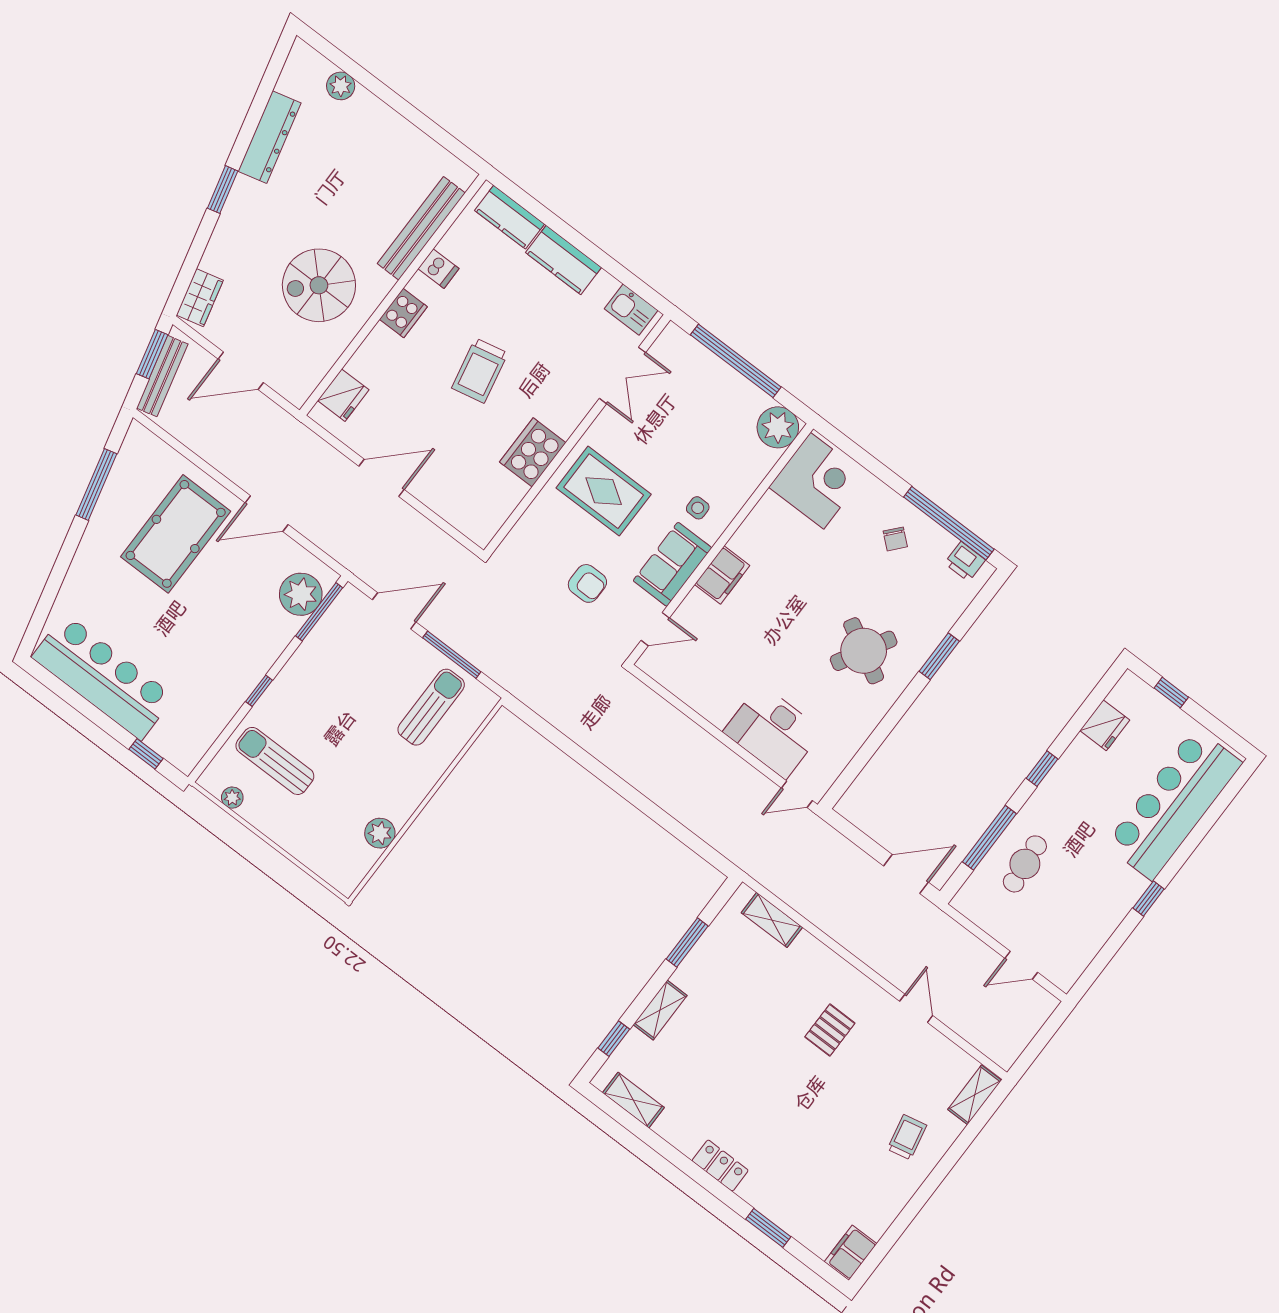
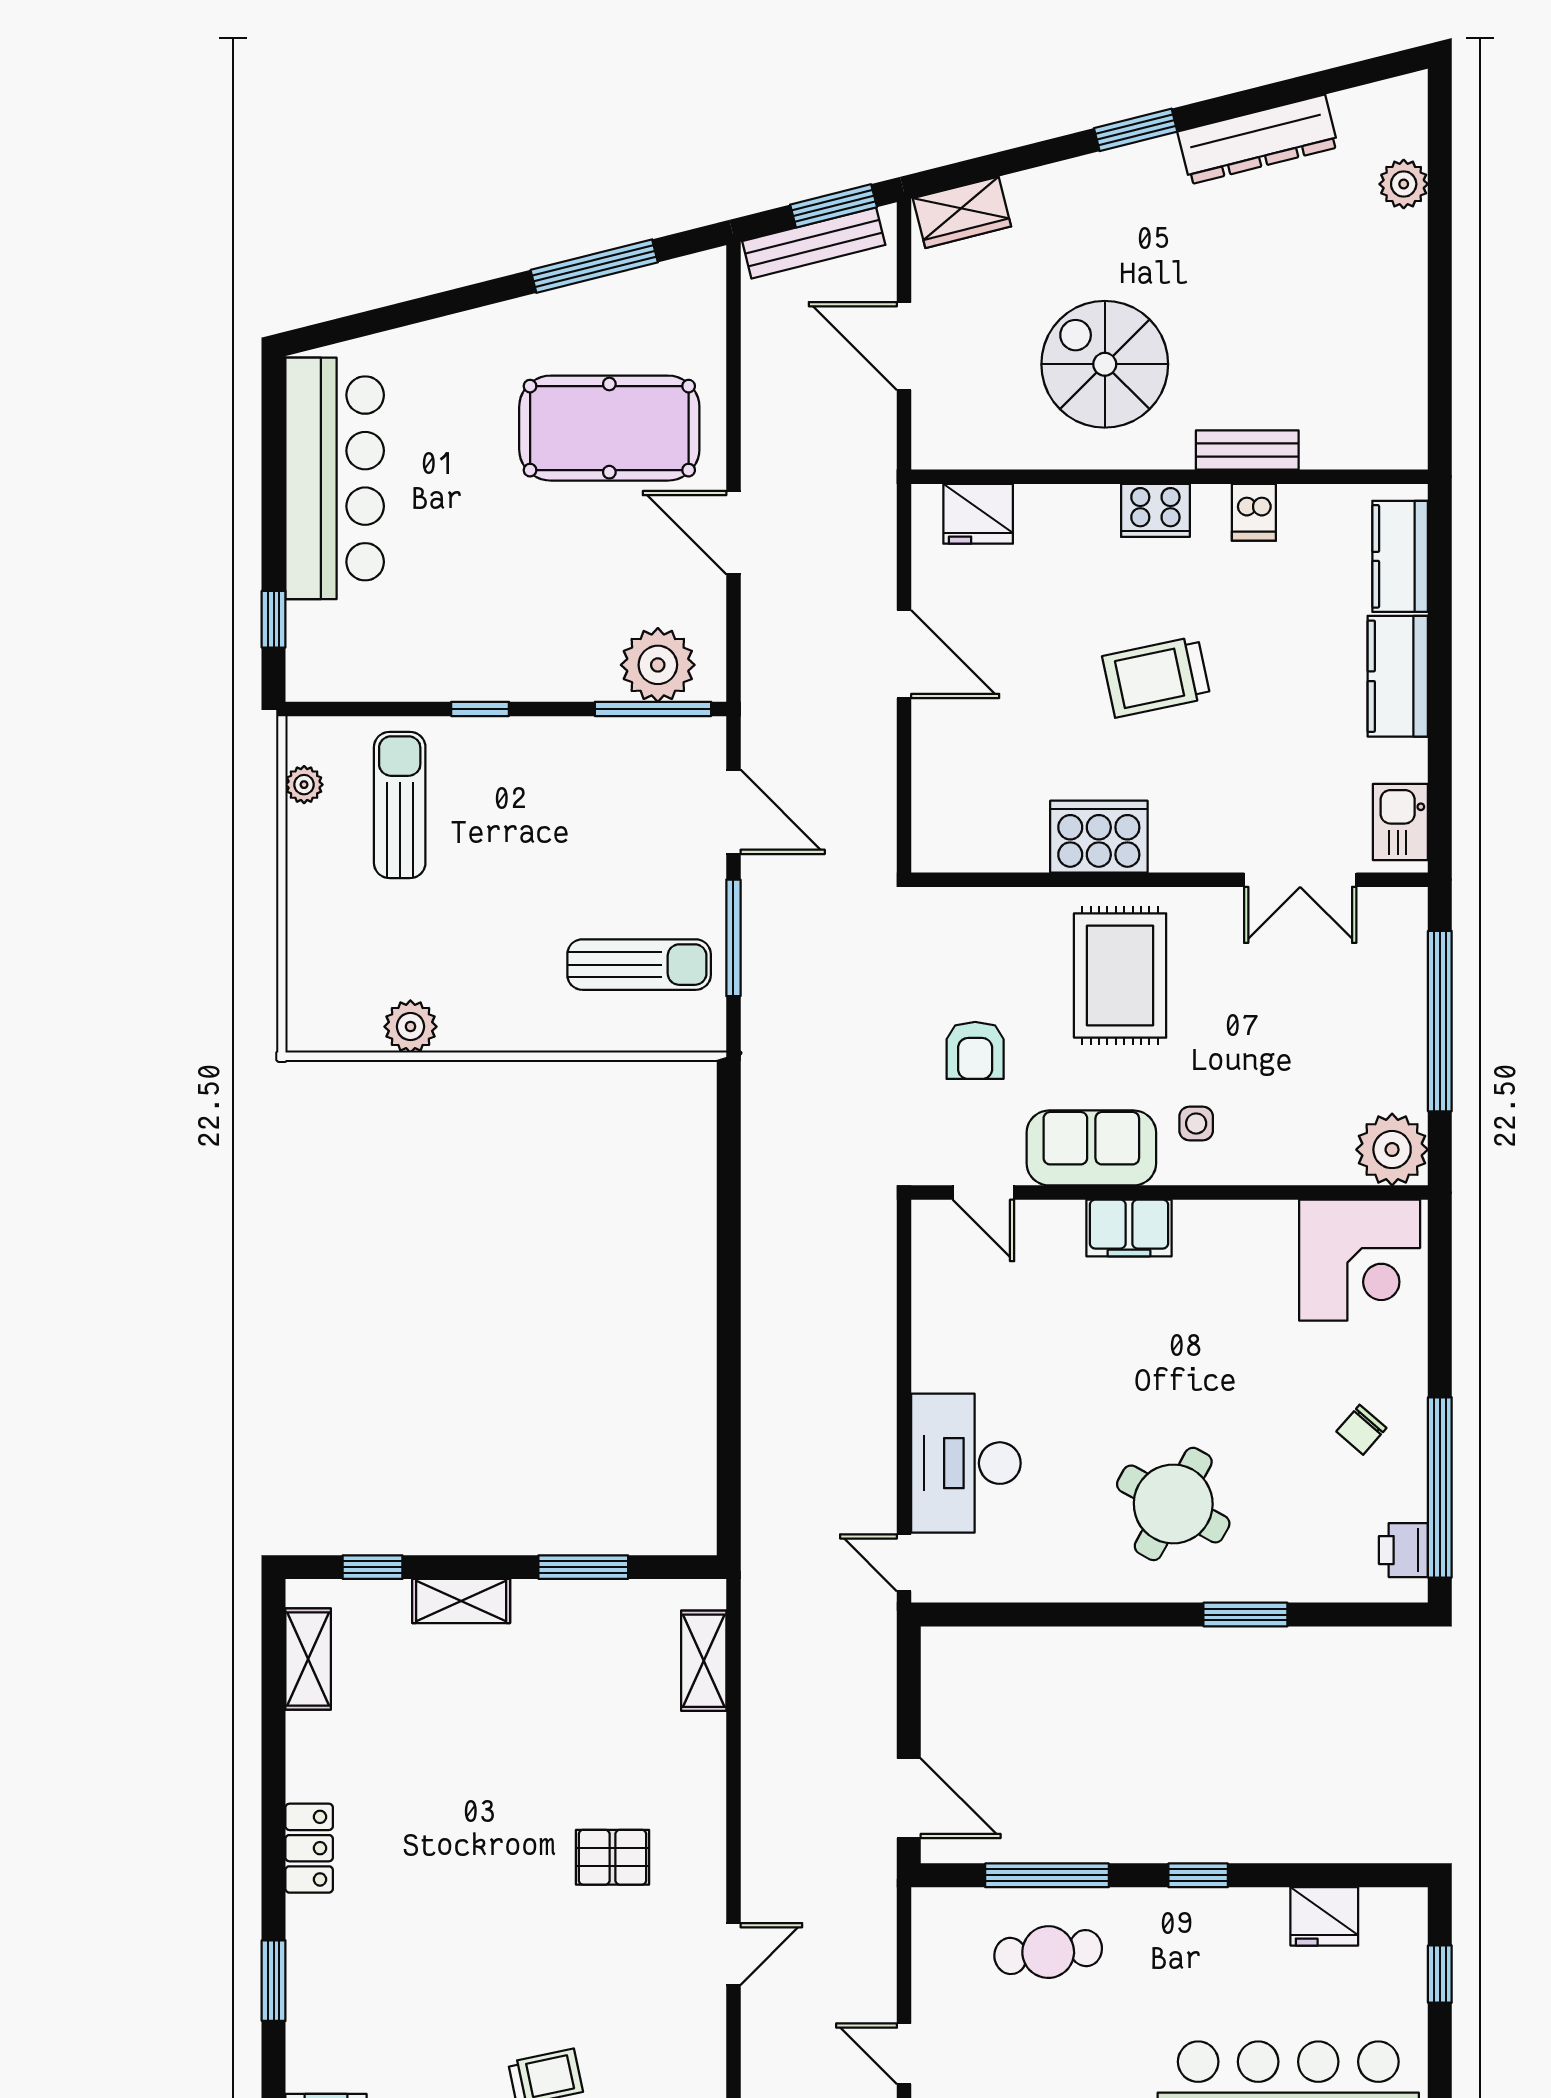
bench: (421, 228) -> (1247, 450), width x0.54, depth x0.82

